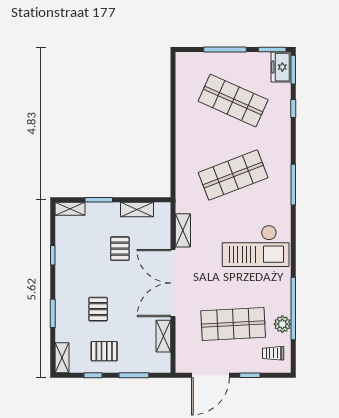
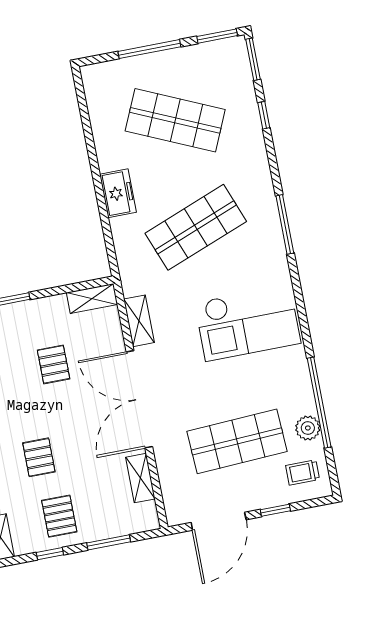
freezer: (281, 67) -> (118, 193), moved, turned 180
shelving: (137, 209) -> (92, 299), moved
pallet: (104, 351) -> (59, 516), turned 90

